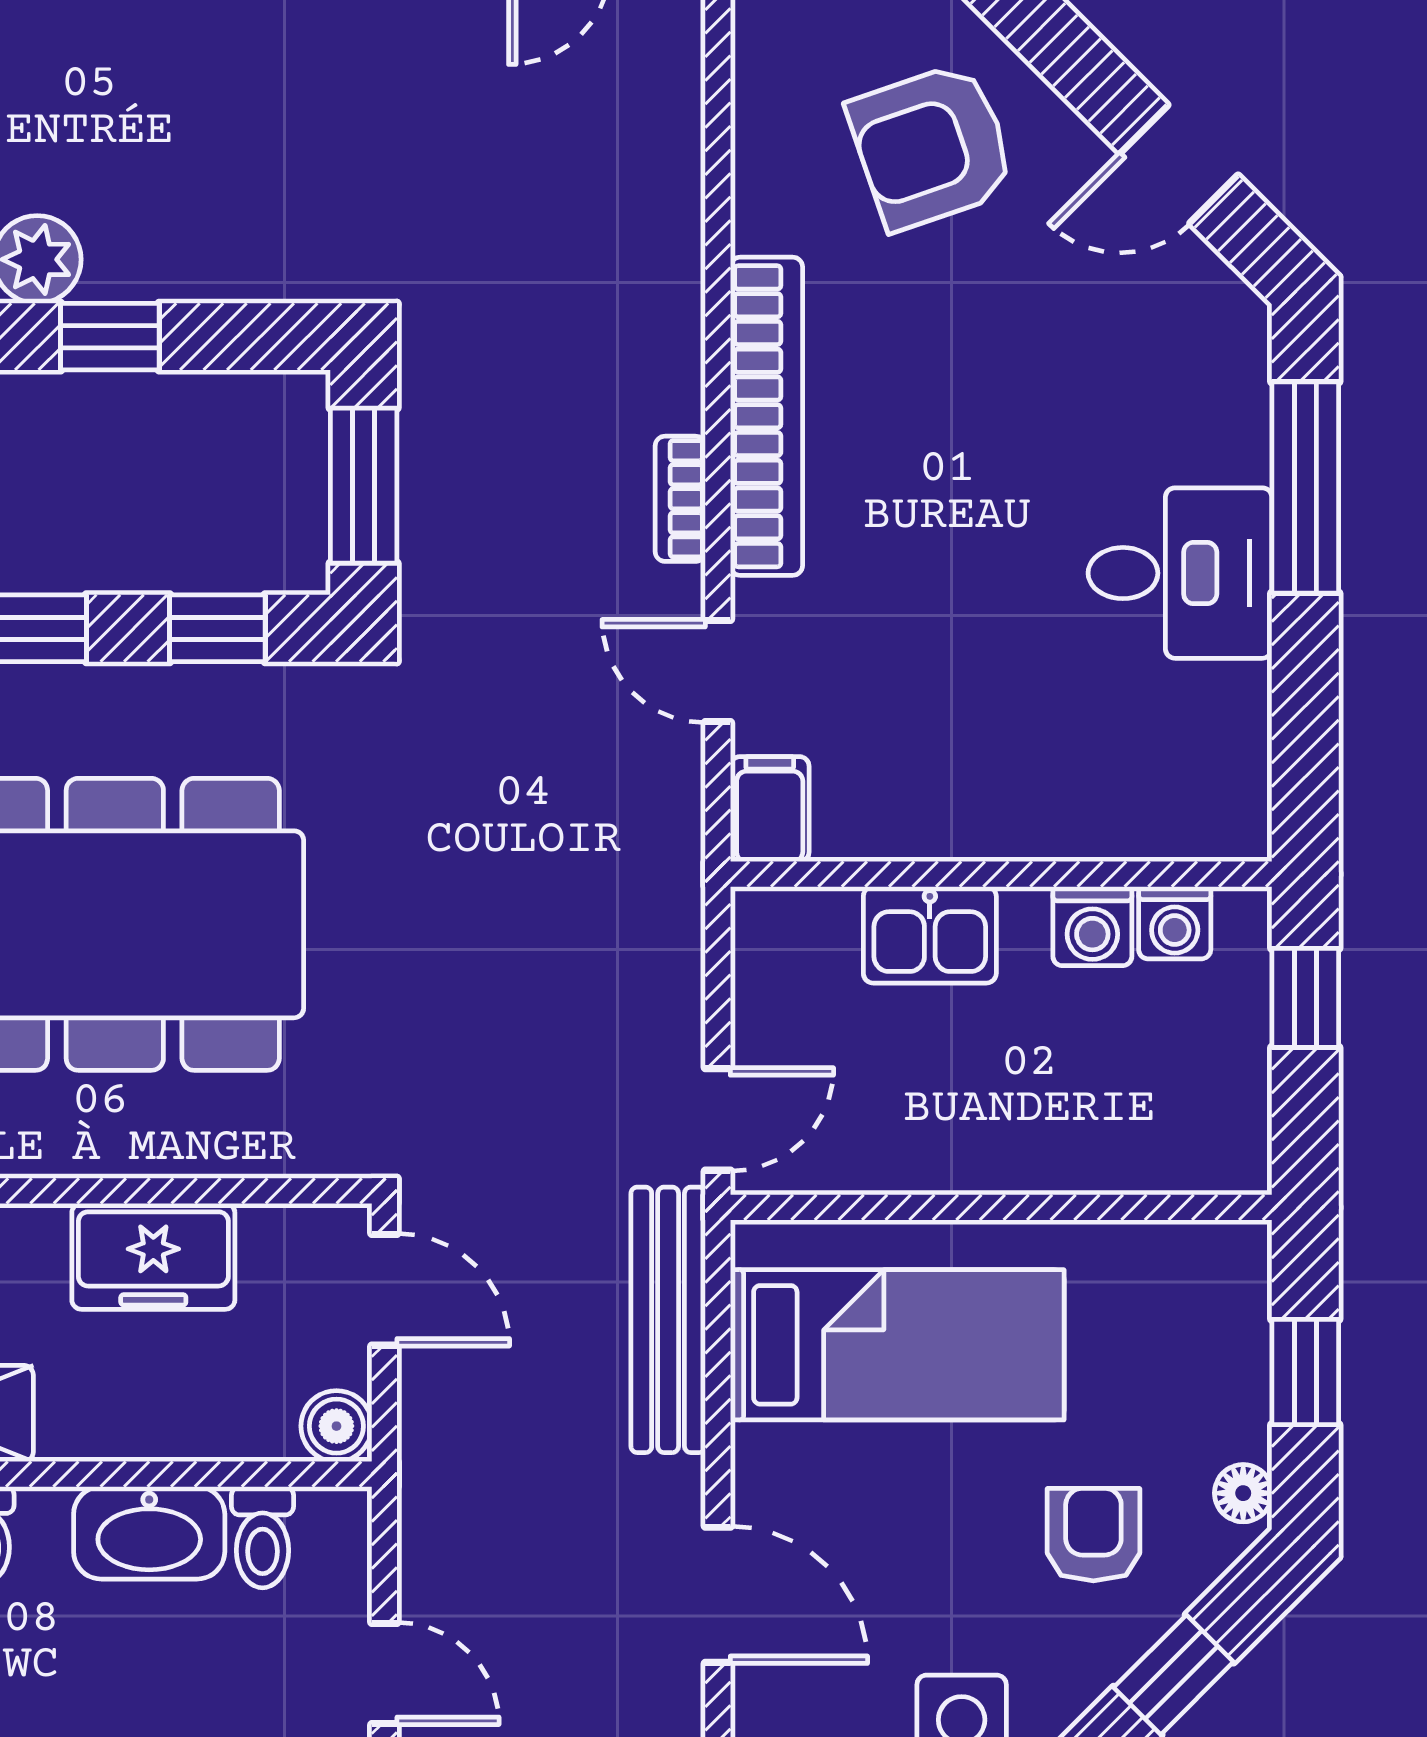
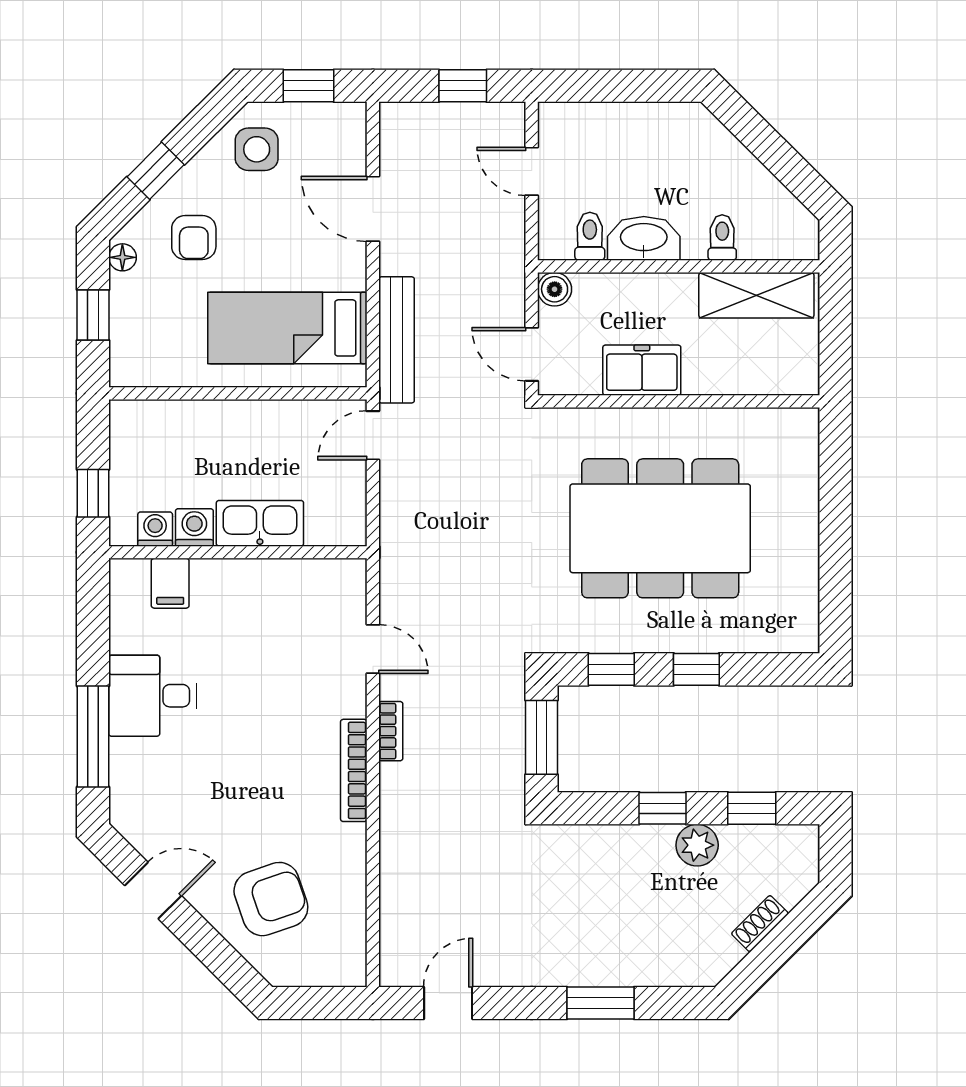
bookcase: (766, 416) -> (354, 770), width x0.68, depth x0.76
filing cabinet: (770, 809) -> (170, 583), moved
kitchen sink: (930, 935) -> (260, 523), width x1.38

